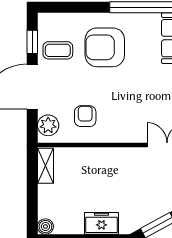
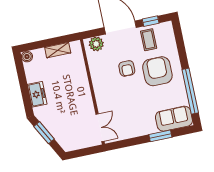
armchair: (85, 116) -> (127, 68), moved, turned 90
shelving: (46, 166) -> (58, 50), moved

